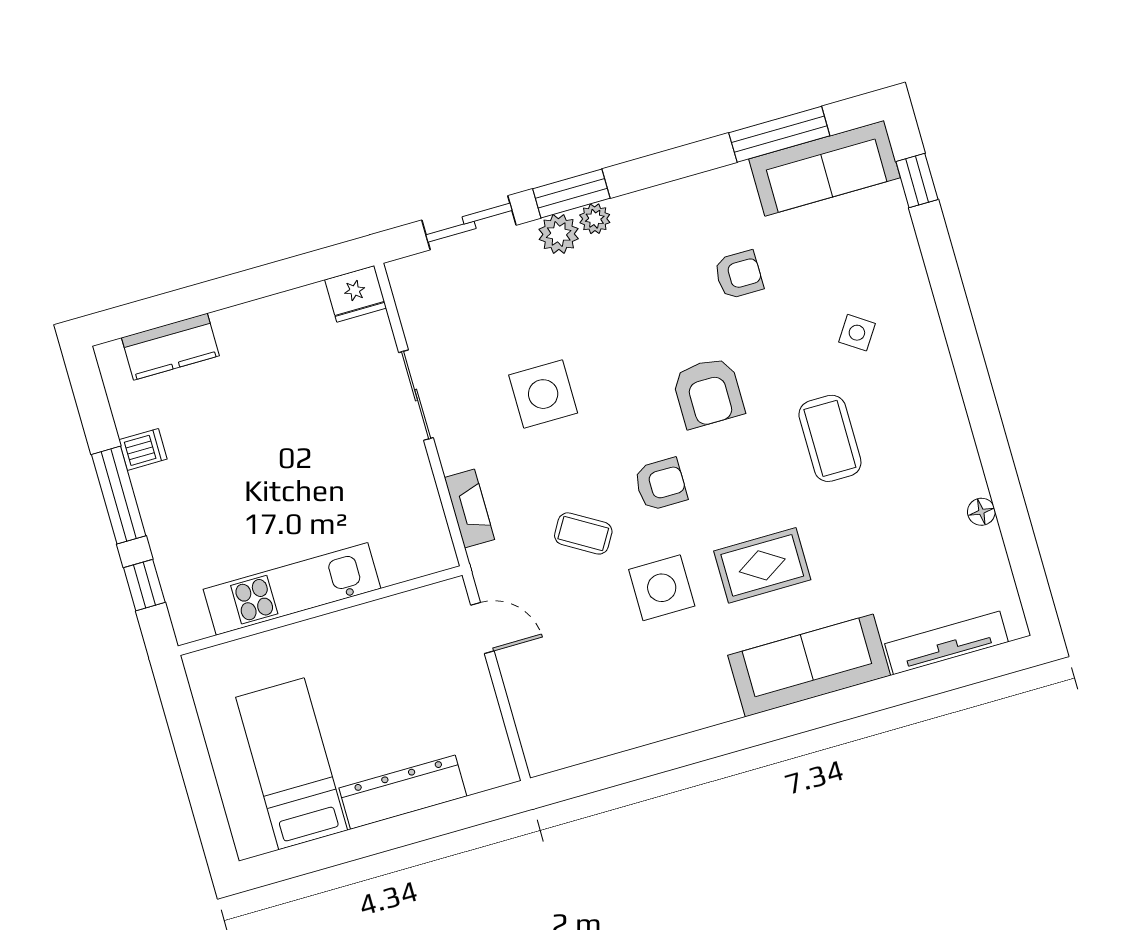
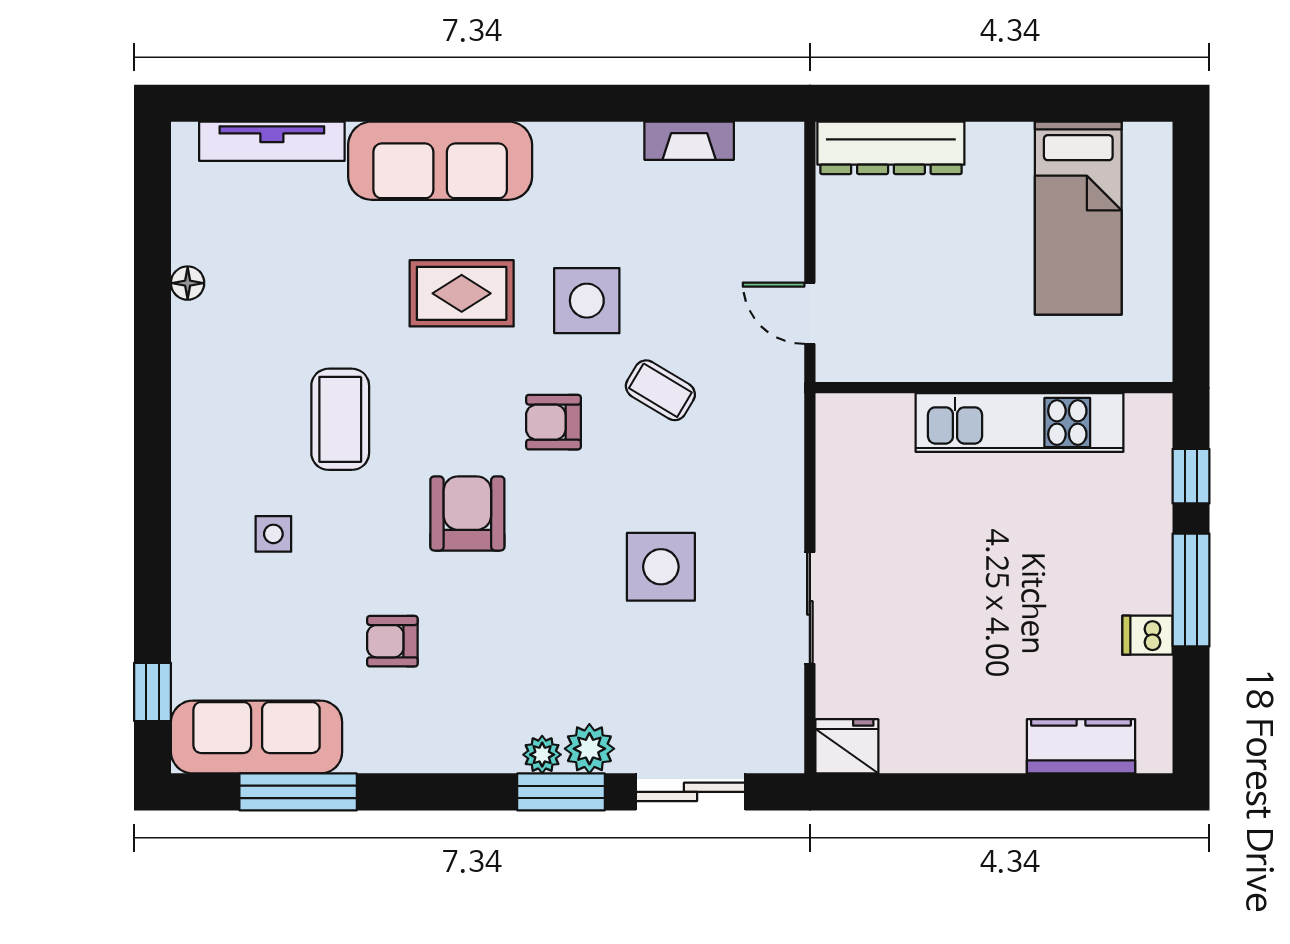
side table: (857, 333) -> (273, 534), turned -34
fireplace: (469, 509) -> (689, 141), moved, turned -90
dresser: (403, 792) -> (891, 148), moved

